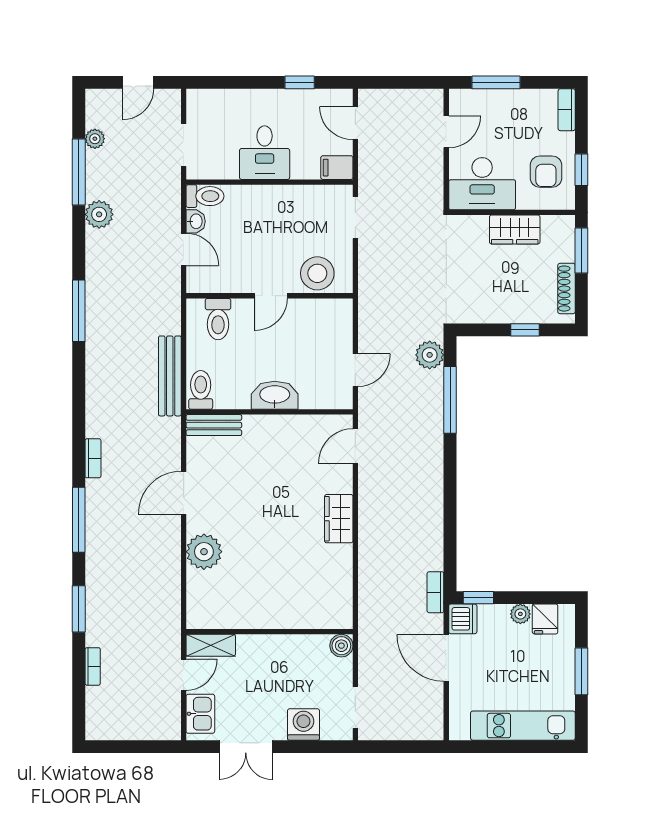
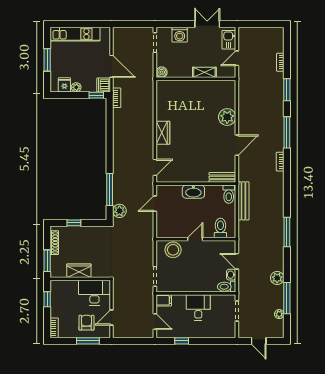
door: (138, 82) -> (259, 341), swing flipped
armchair: (546, 172) -> (86, 323), moved
shelving: (211, 645) -> (204, 72), moved

